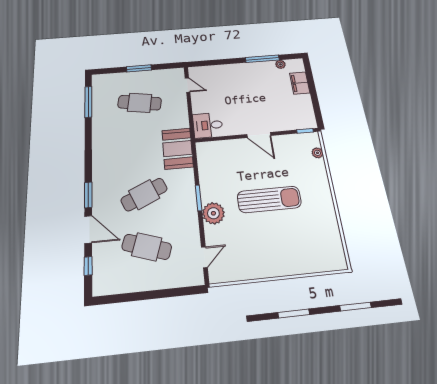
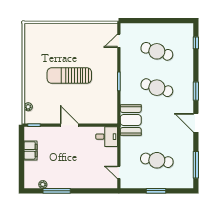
filing cabinet: (300, 83) -> (30, 150), moved
cafe table: (144, 194) -> (157, 88), turned 42
plant: (213, 213) -> (110, 70), removed
door: (88, 229) -> (196, 123), moved

